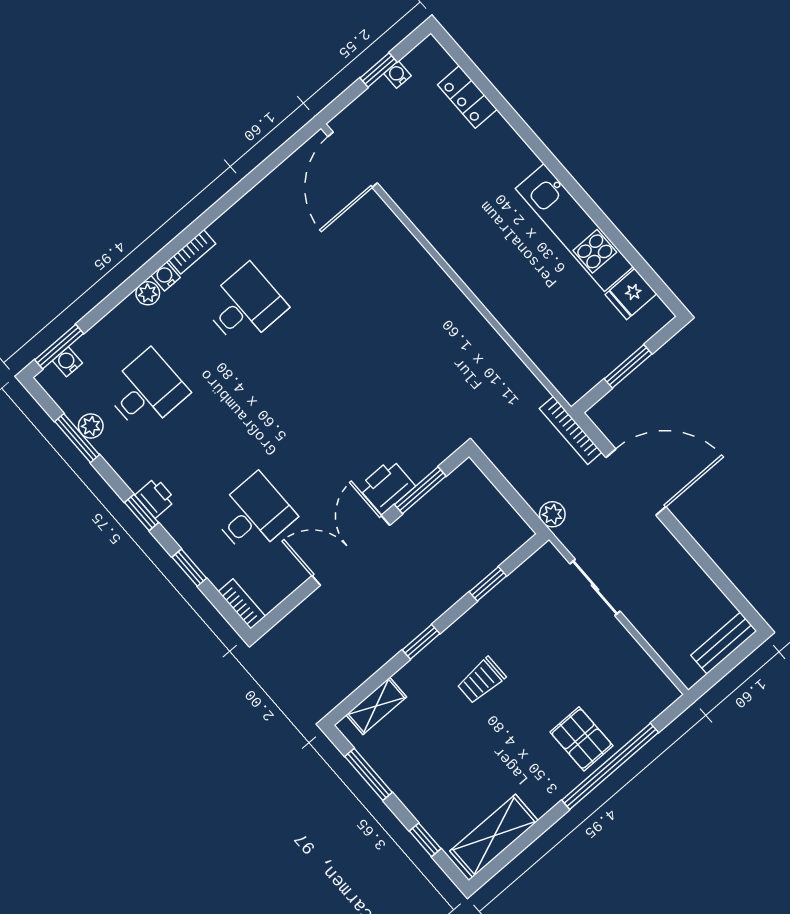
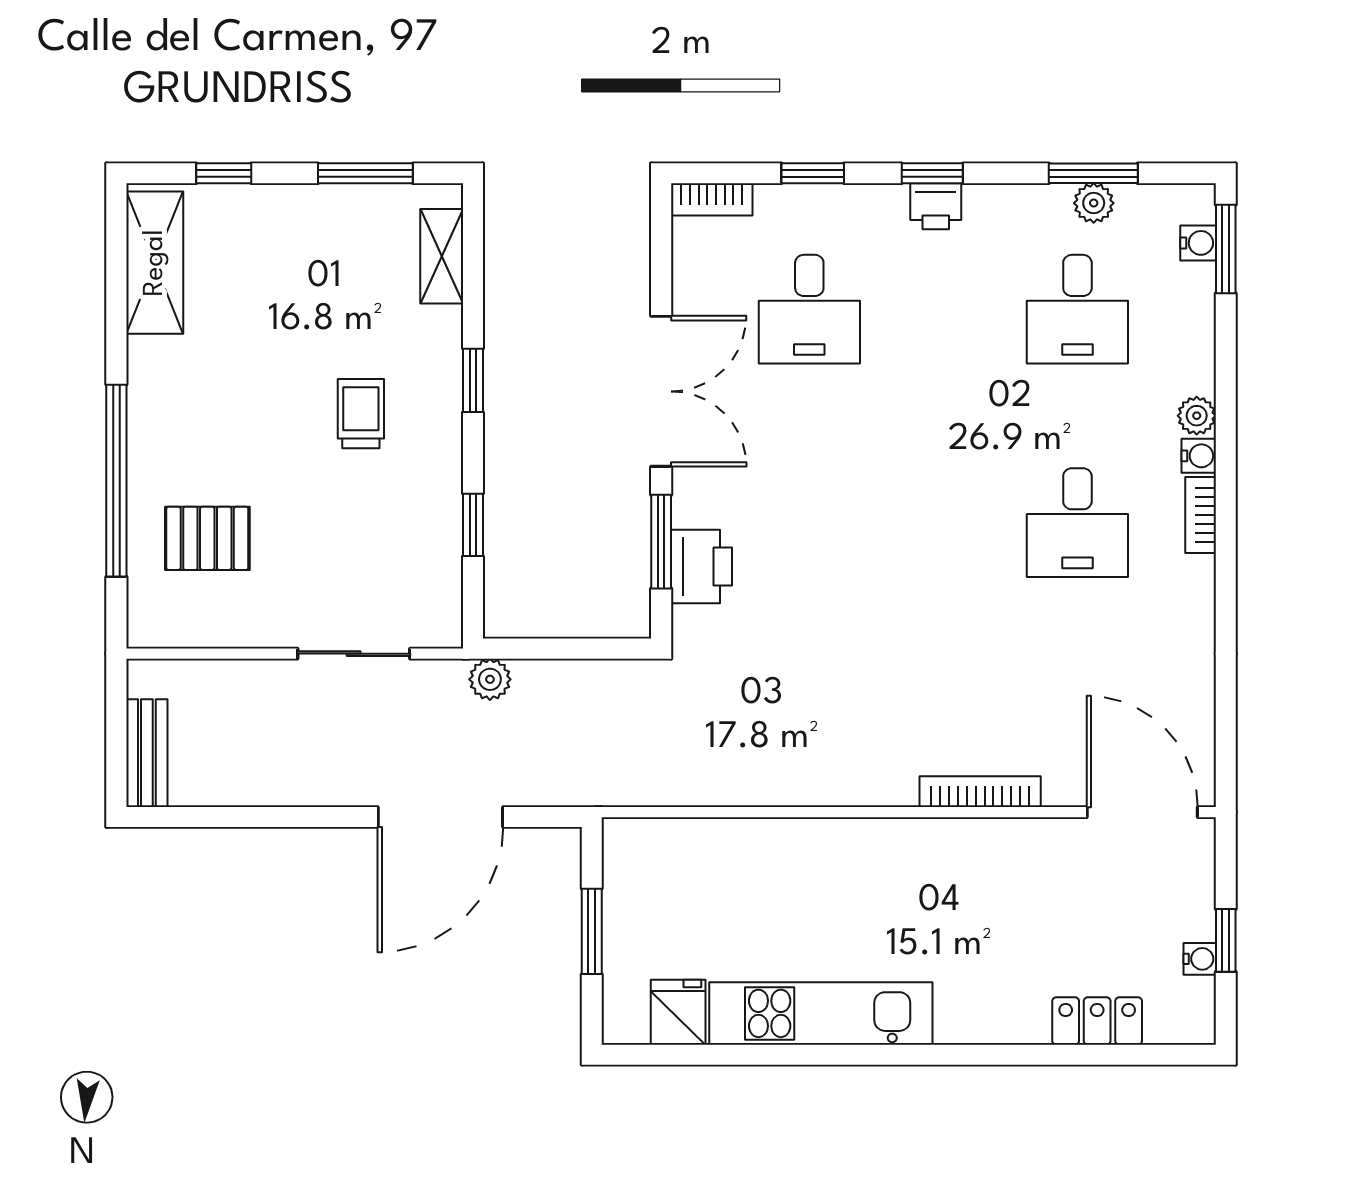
bookcase: (571, 430) -> (980, 792), moved
printer: (387, 487) -> (701, 566), moved
pallet: (581, 739) -> (207, 538), moved

